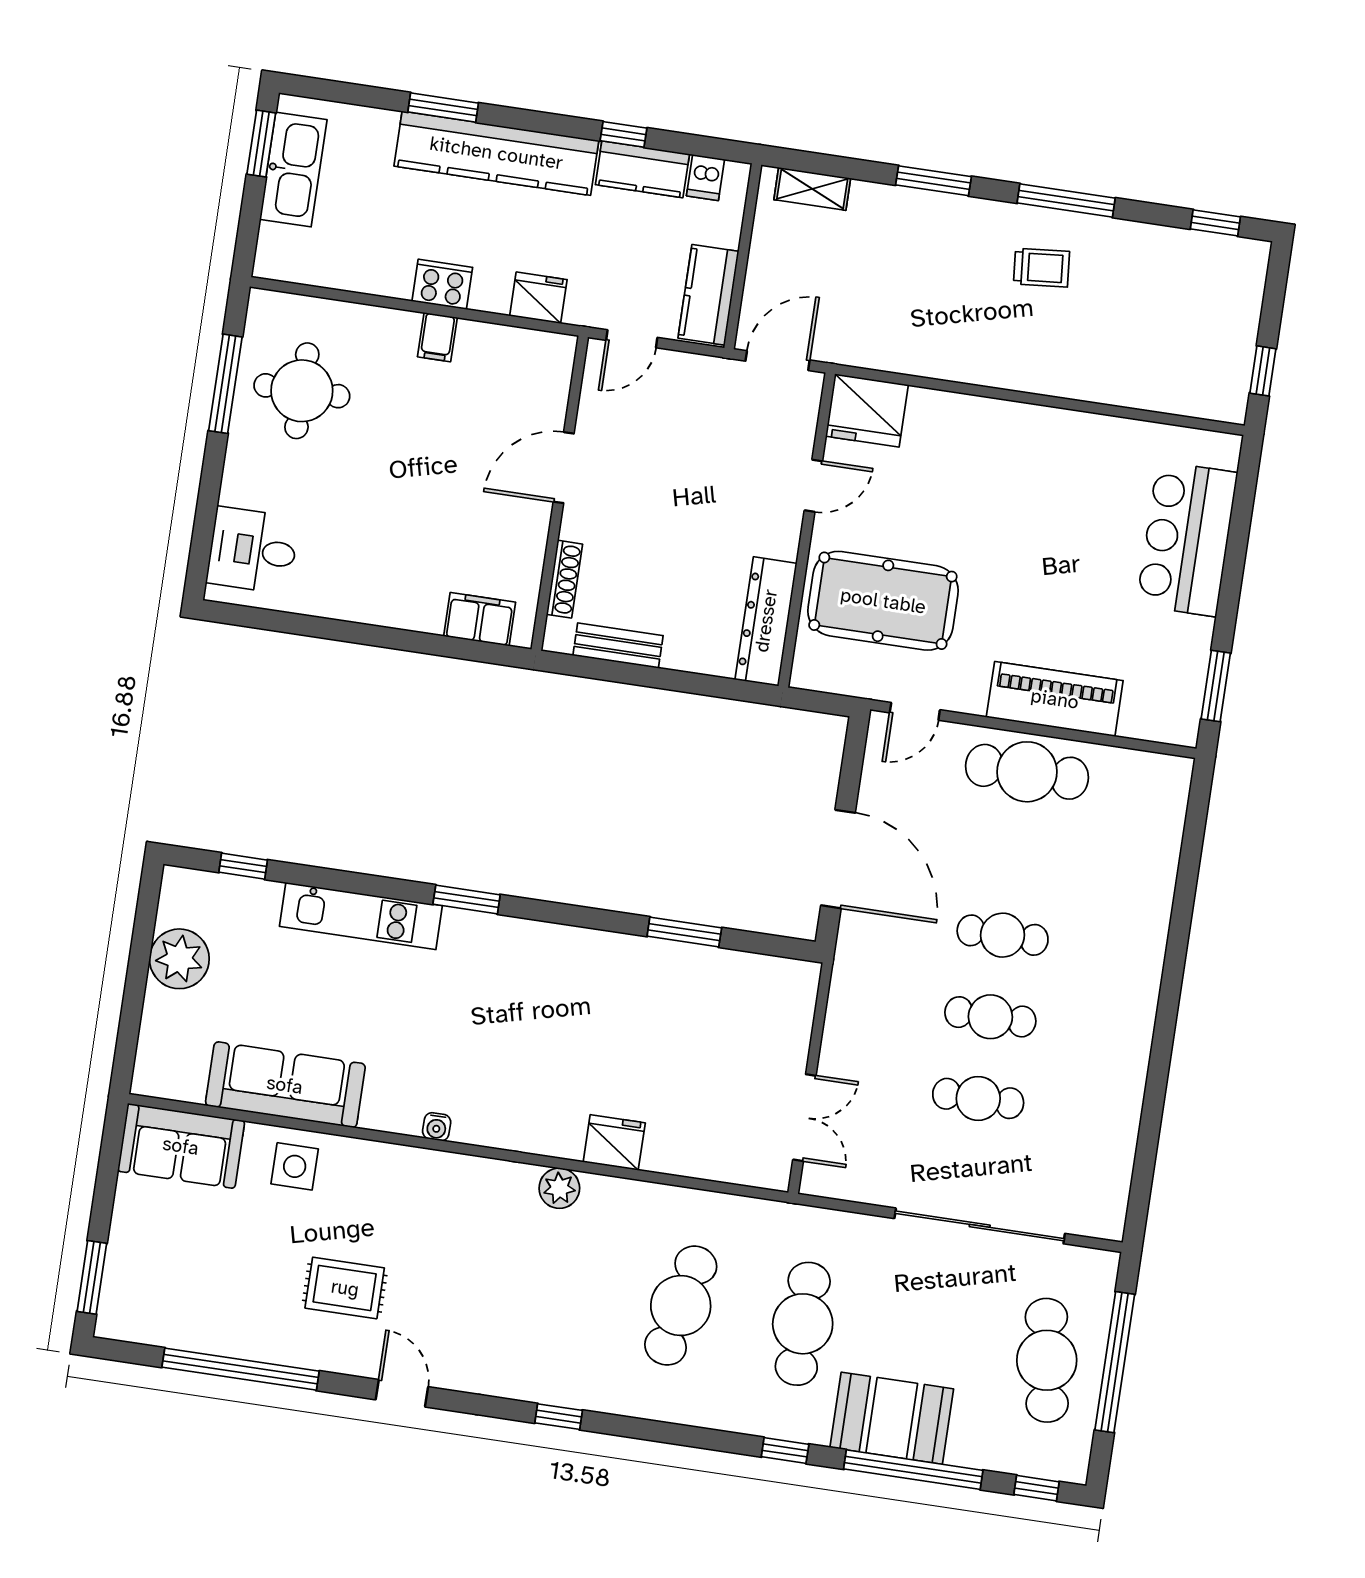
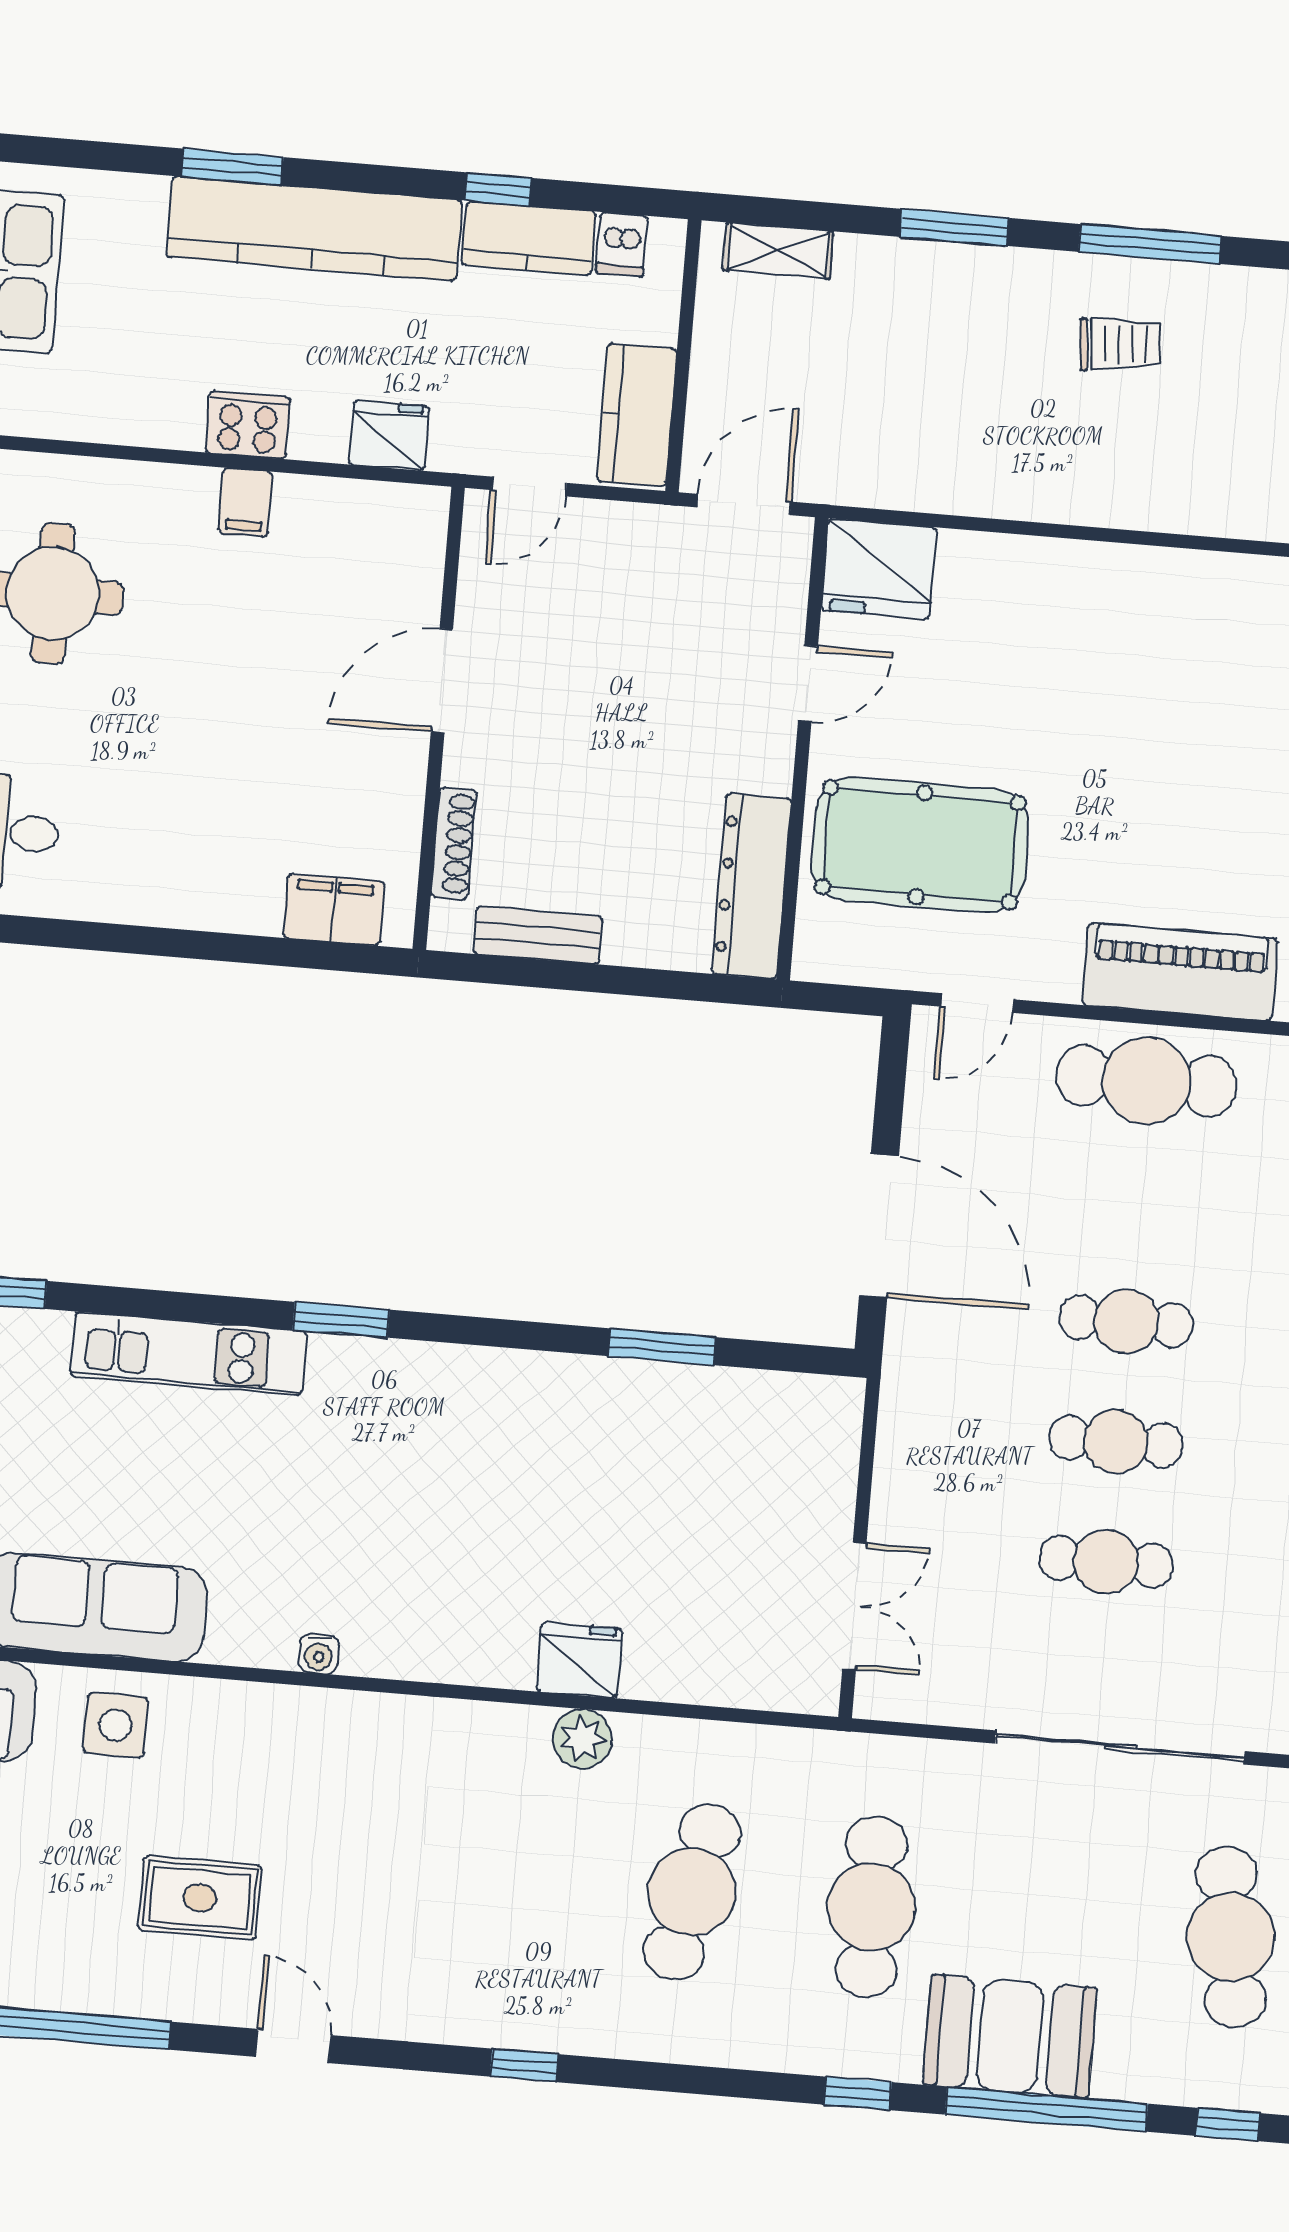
plant: (559, 1188) -> (582, 1739), moved

